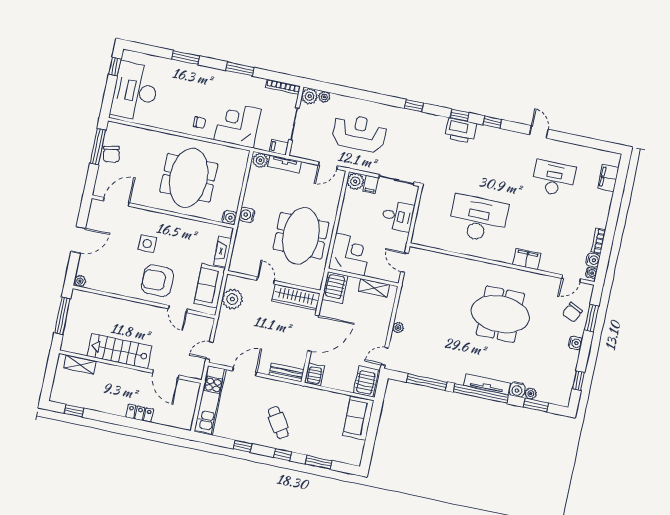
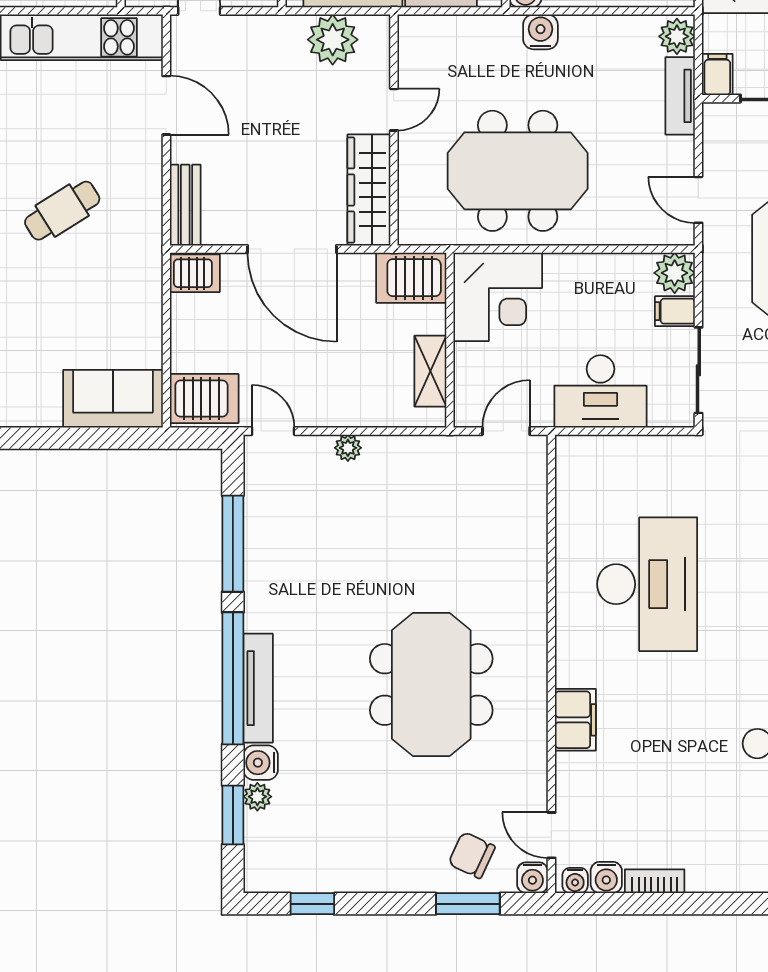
desk: (398, 216) -> (600, 391), width x1.37
water cooler: (575, 343) -> (532, 878), moved

